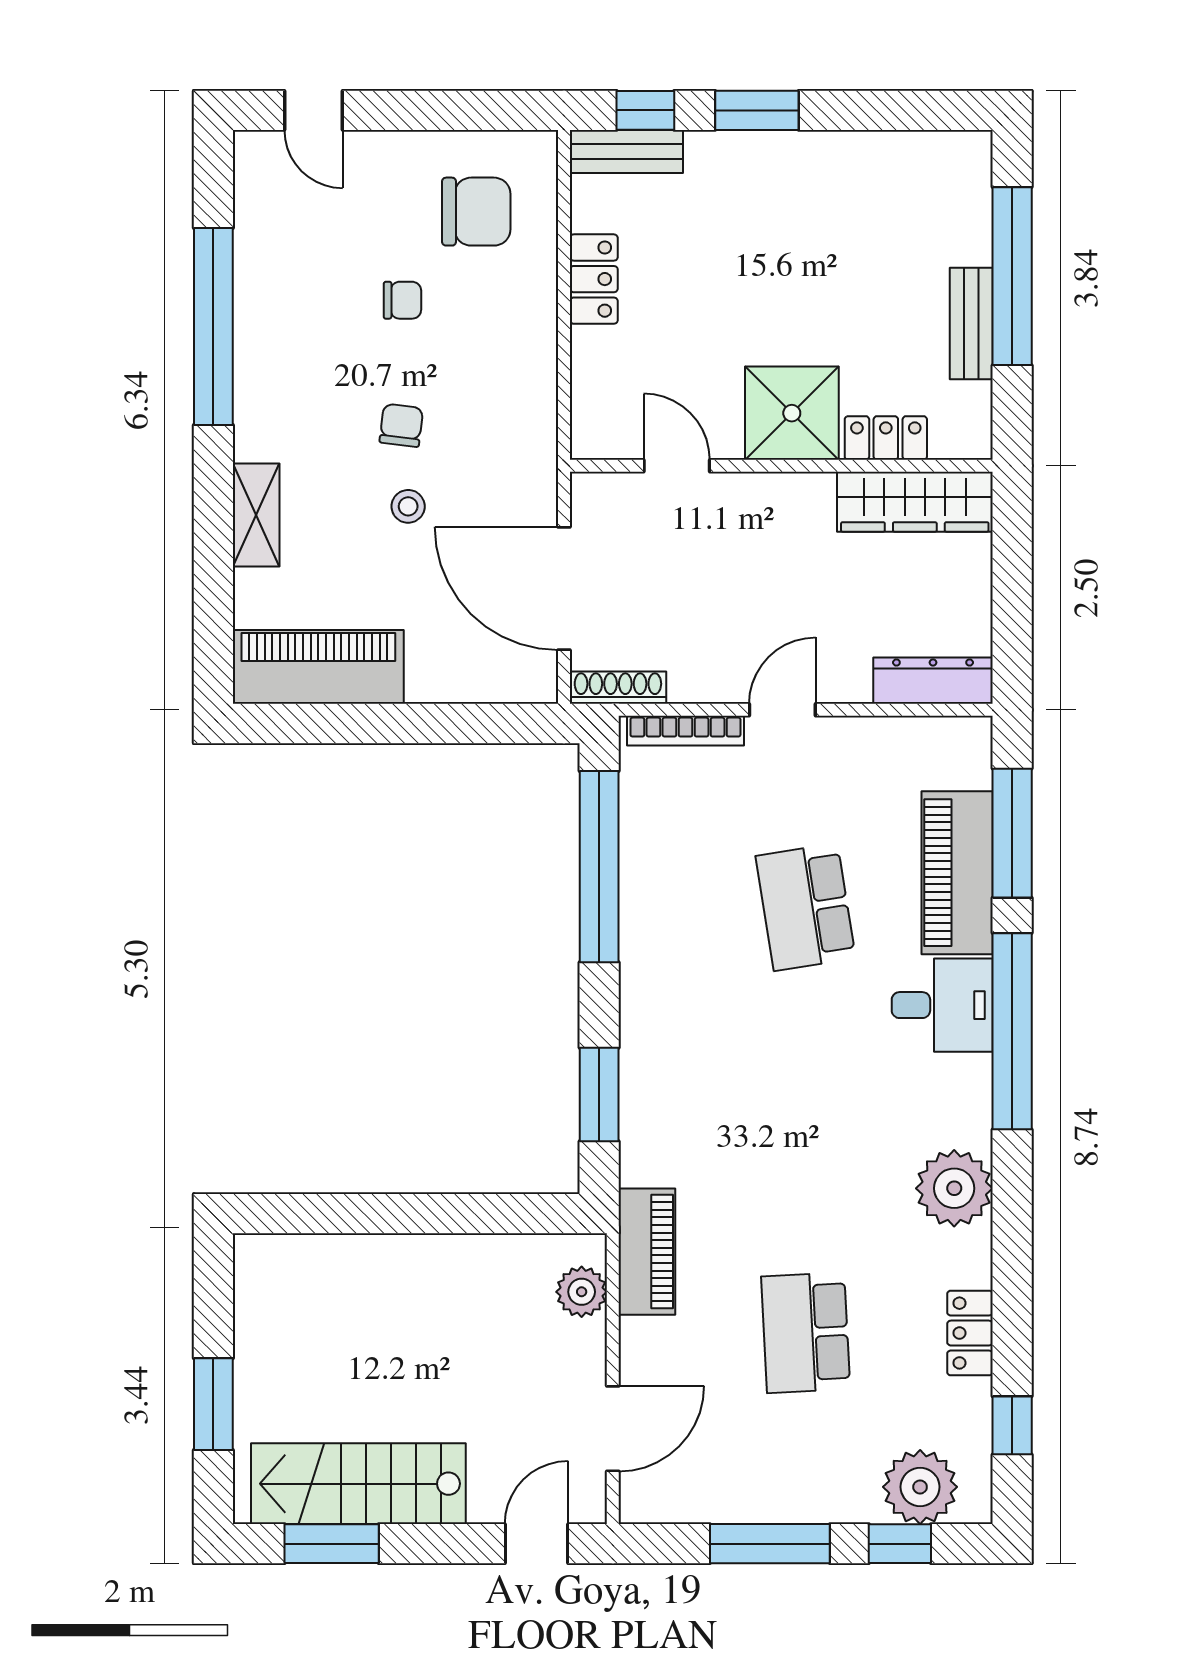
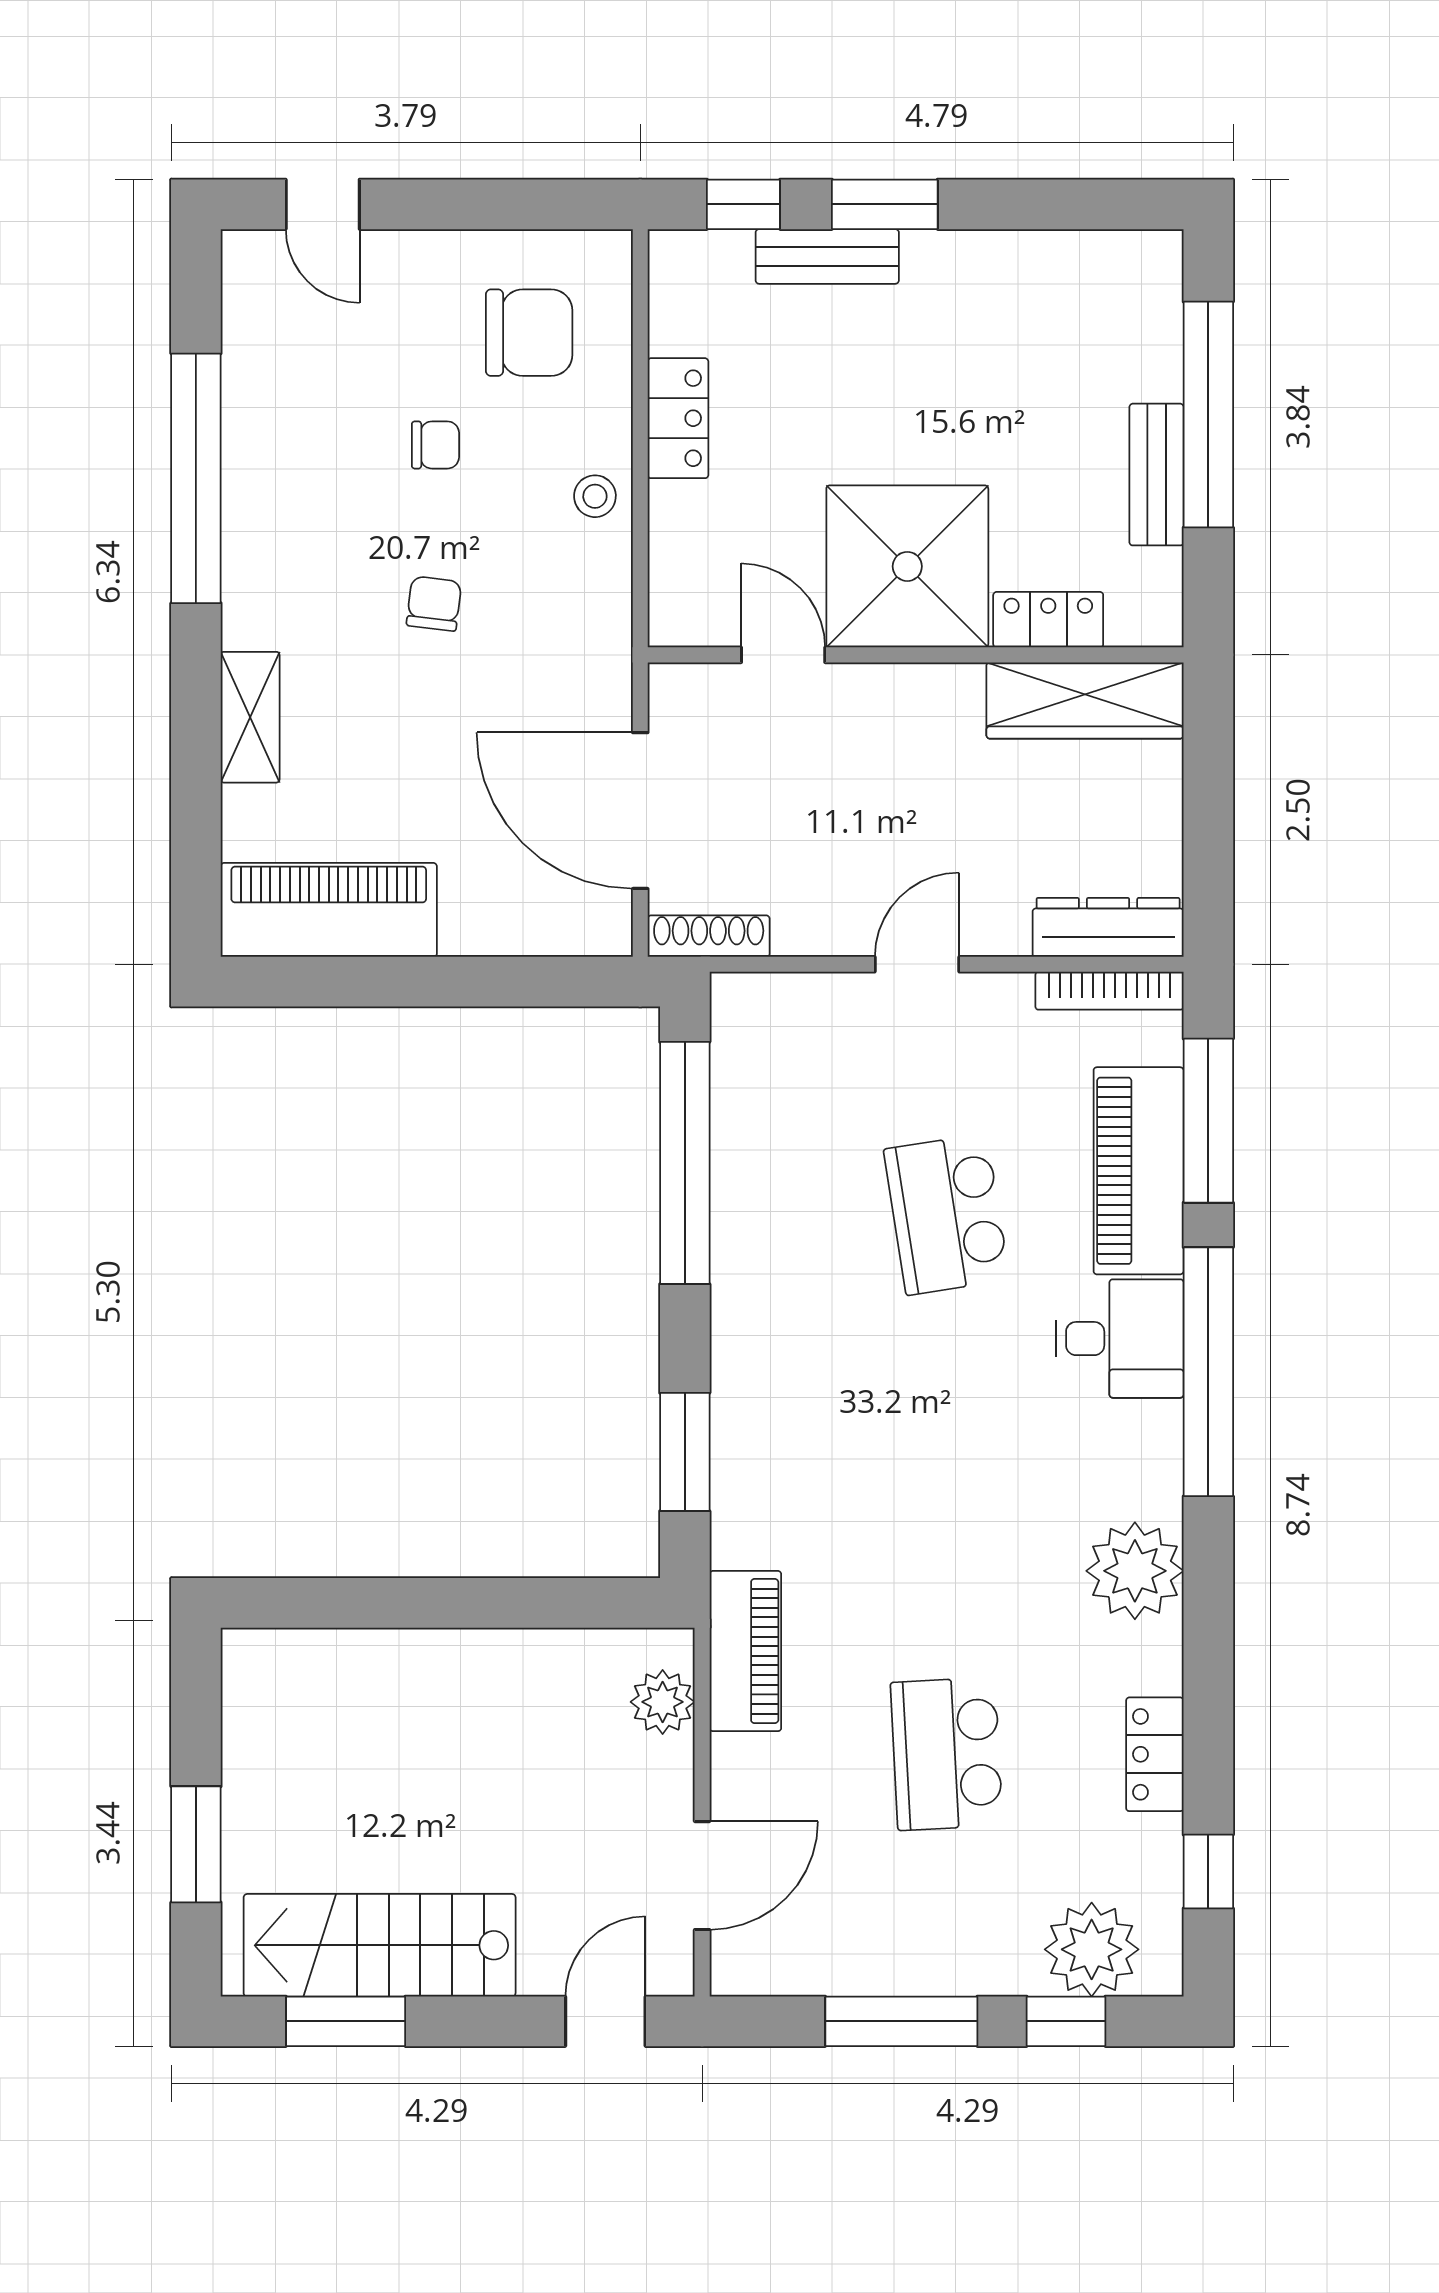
bench: (626, 151) -> (827, 256), moved
shower: (792, 413) -> (907, 566), width x1.37, depth x1.37
stool: (408, 506) -> (595, 496), moved
bookcase: (685, 731) -> (1109, 991), moved

